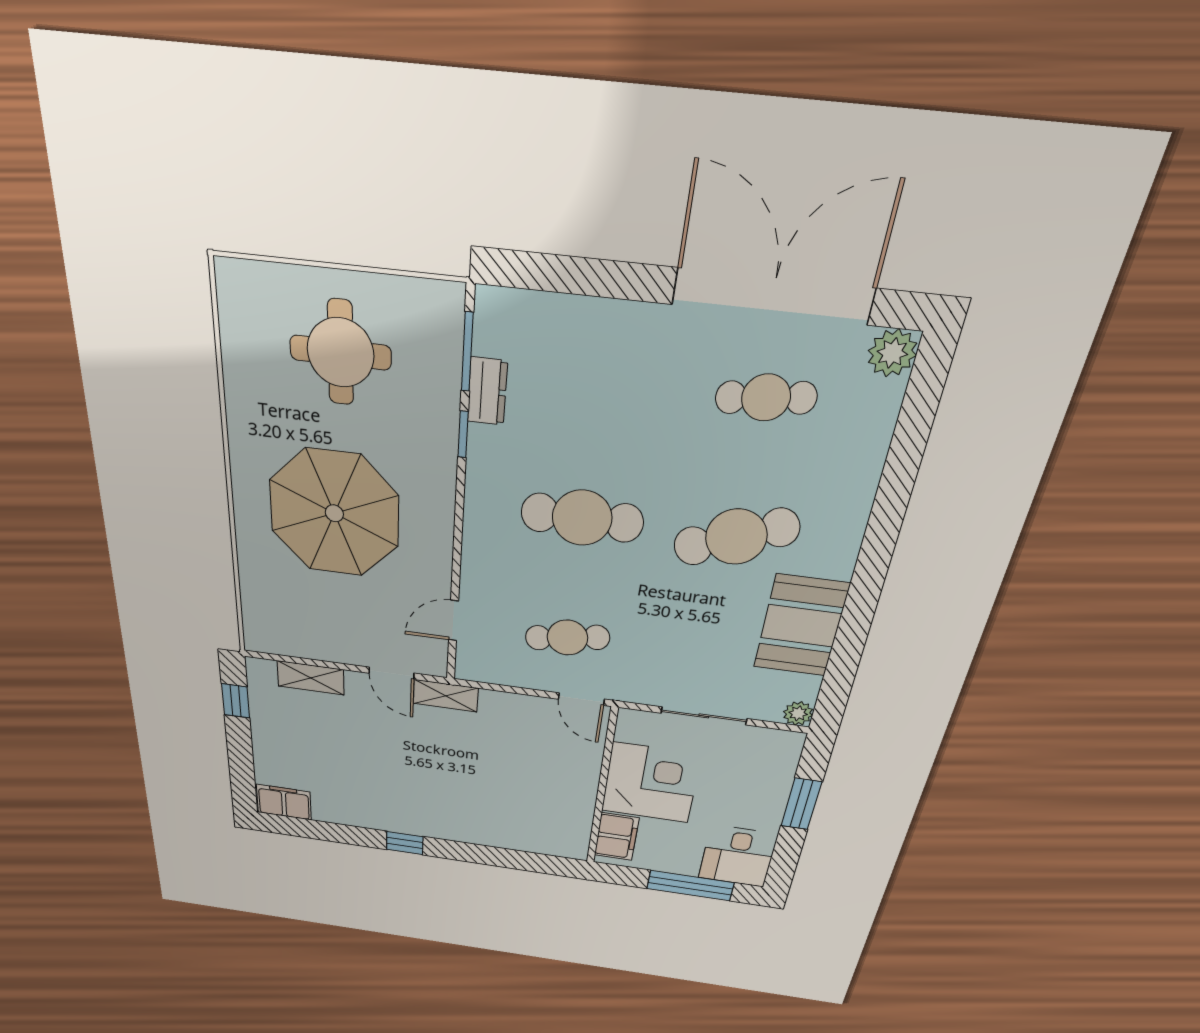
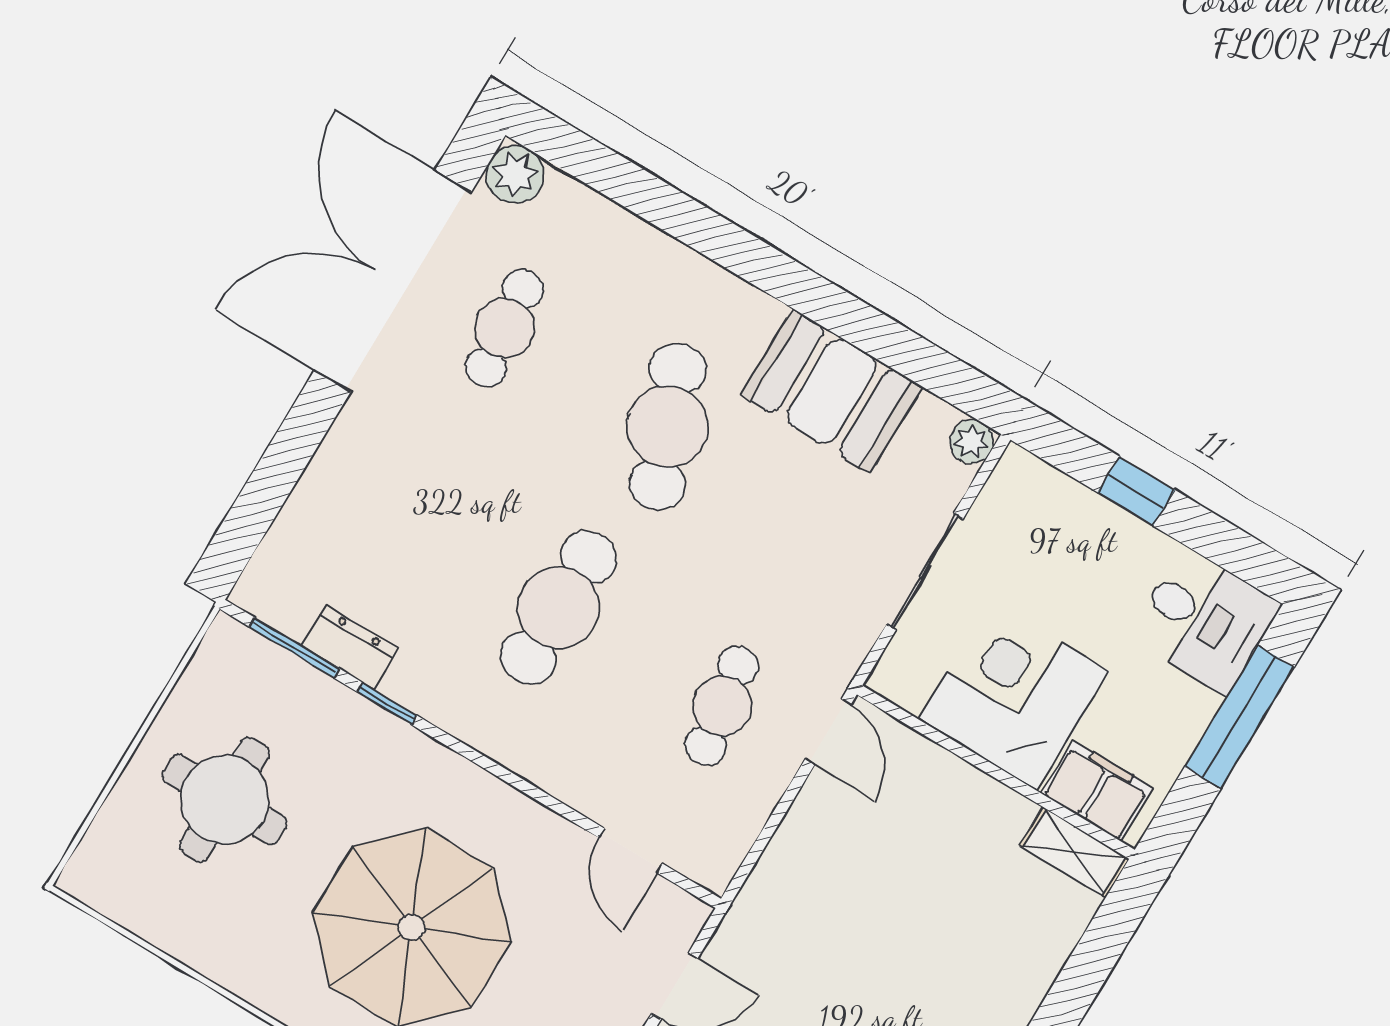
shelving: (446, 696) -> (1074, 852), moved, turned 90
door: (581, 699) -> (828, 732), hinge flipped
window: (801, 804) -> (1136, 491), width x0.67

